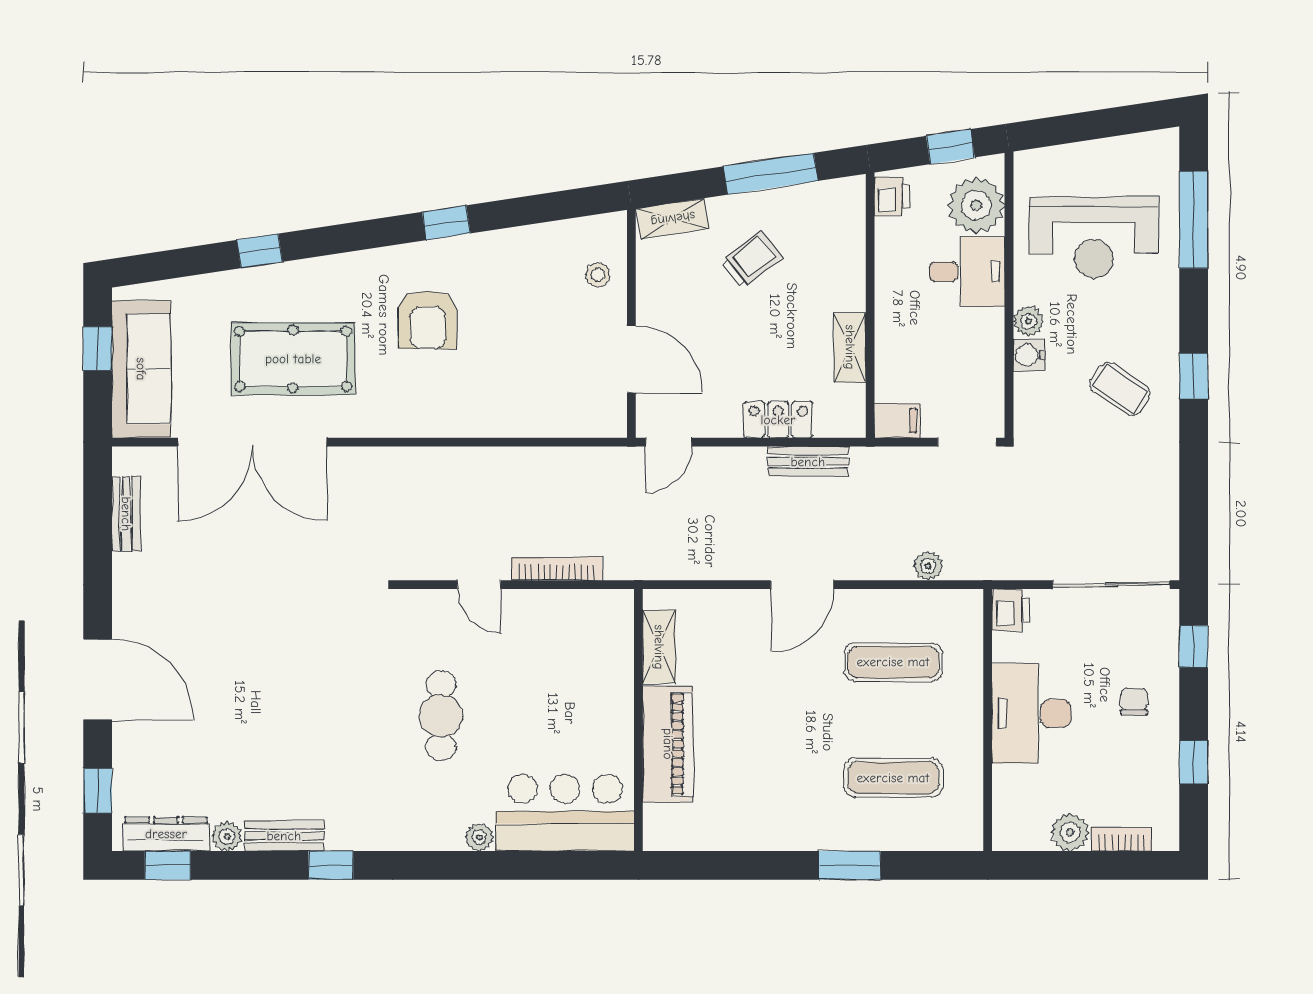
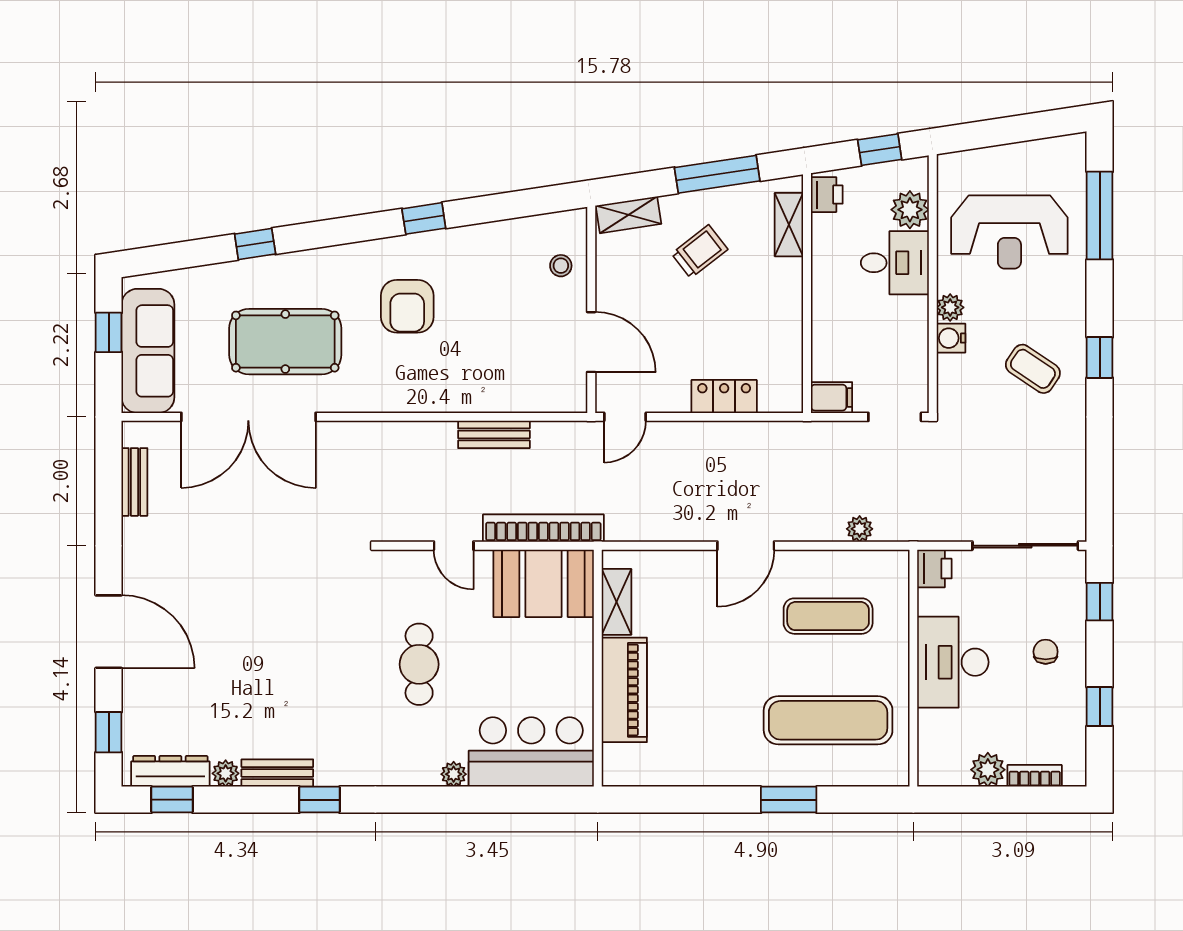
plant: (976, 205) -> (910, 210), width x0.73, depth x0.73
shelving: (850, 347) -> (789, 225), moved
bench: (808, 462) -> (494, 434), moved
bookcase: (557, 569) -> (543, 528), width x1.48, depth x1.31
booth: (579, 626) -> (544, 583), added
exercise mat: (893, 778) -> (828, 720), width x1.36, depth x1.45

